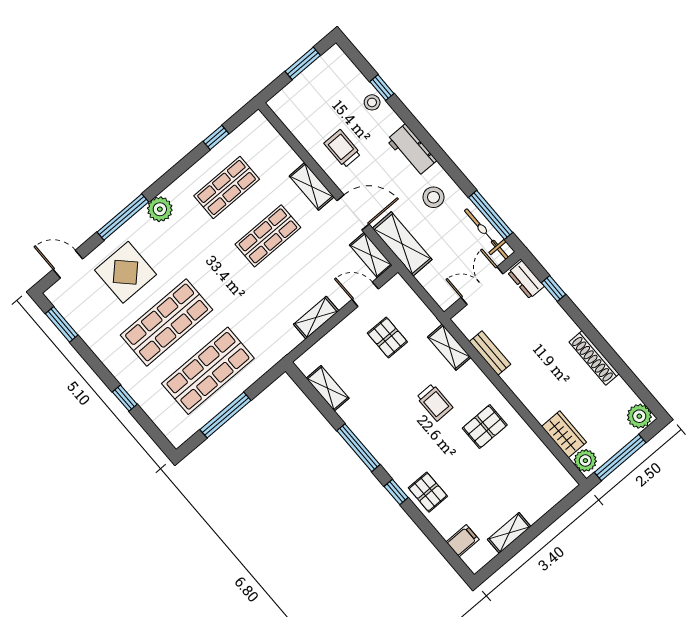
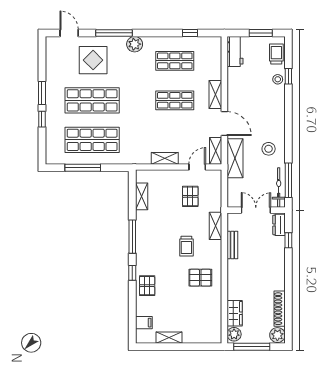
trolley: (342, 149) -> (276, 54), moved
workbench: (412, 150) -> (235, 52), moved, turned 180
door: (365, 294) -> (197, 167), hinge flipped
window: (62, 324) -> (42, 93), moved
shoe rack: (594, 358) -> (280, 309), moved

